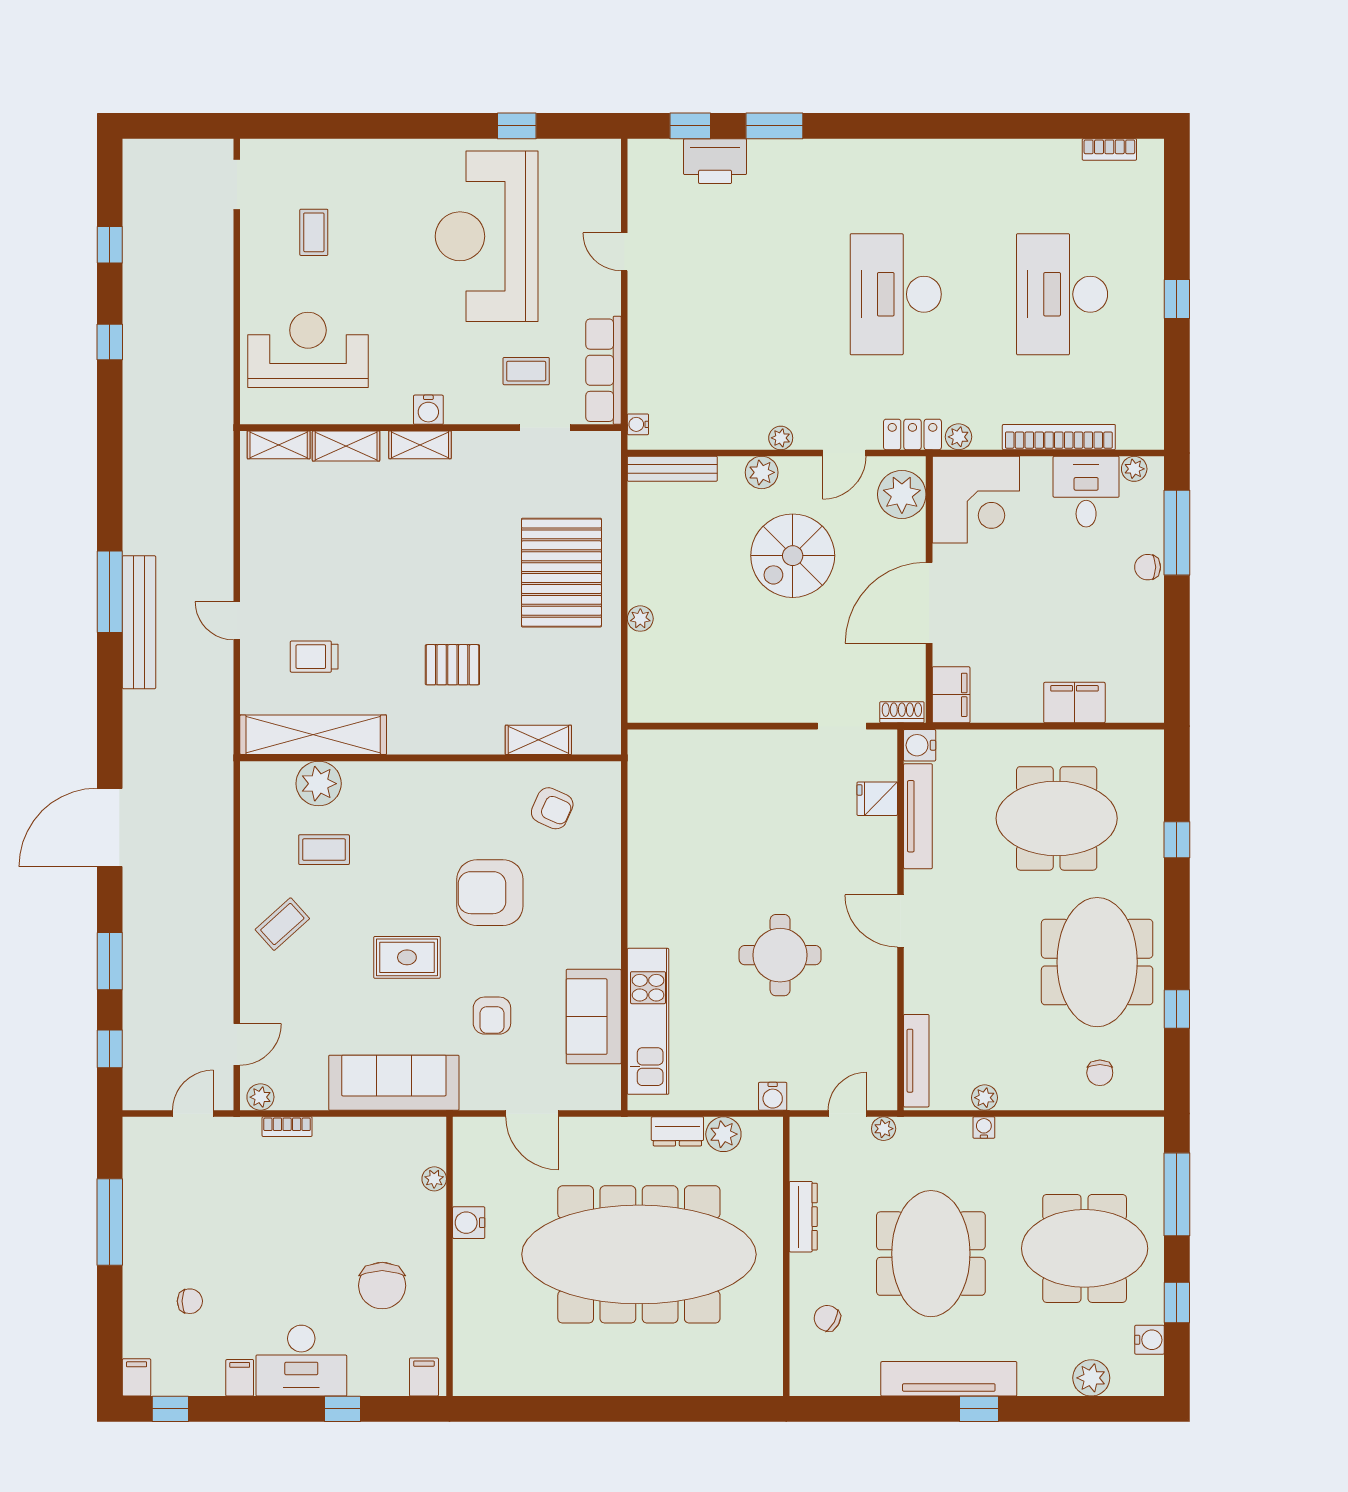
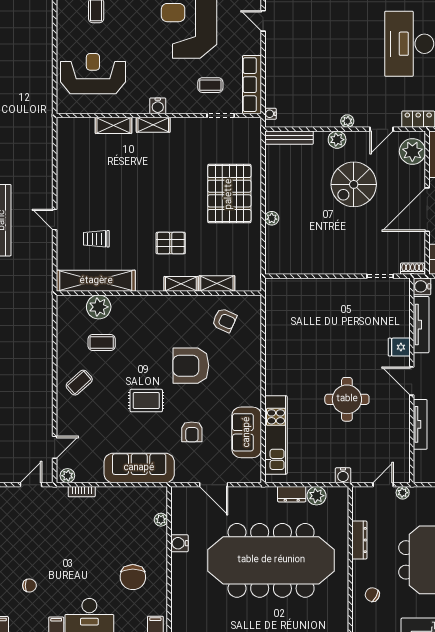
shelving: (279, 445) -> (181, 284), moved
fridge: (877, 799) -> (399, 347), moved
tv unit: (916, 1061) -> (420, 424), moved

